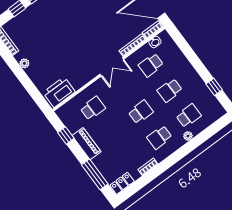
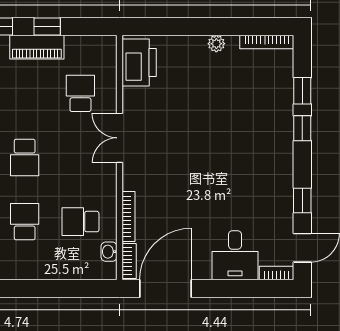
school desk: (151, 65) -> (80, 222), turned -90
double door: (112, 67) -> (119, 138), moved
school desk: (93, 108) -> (80, 93), turned 180
window: (66, 135) -> (47, 26), moved

